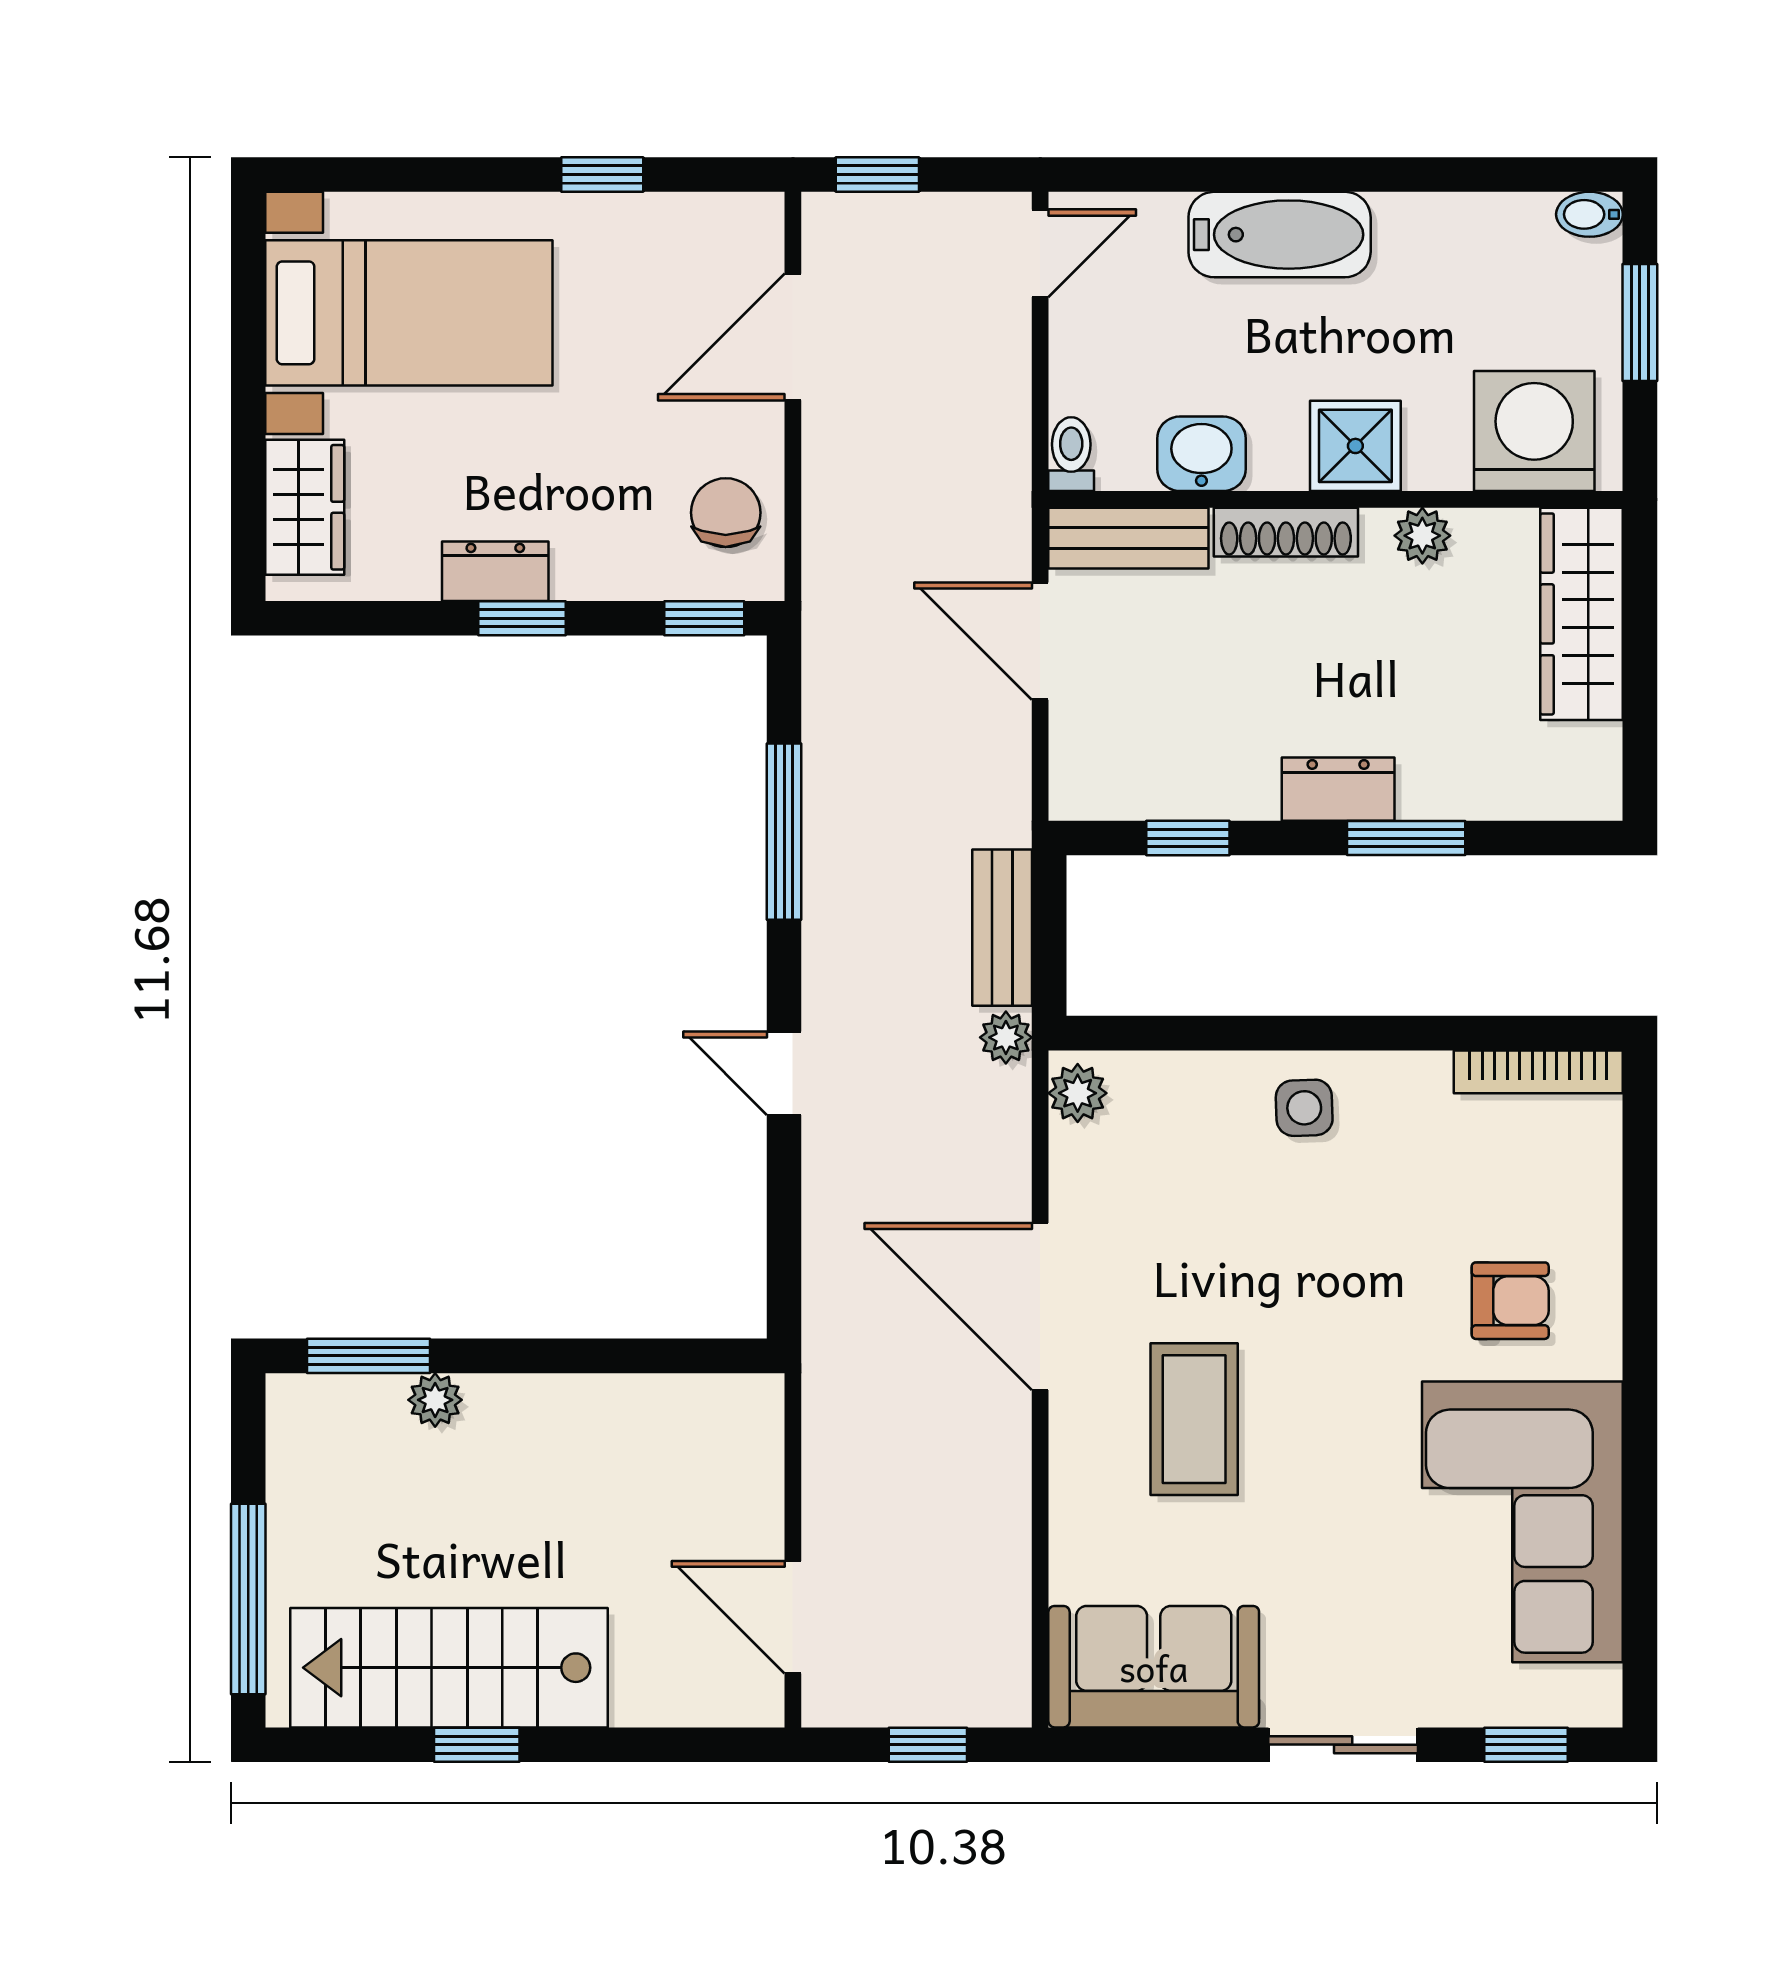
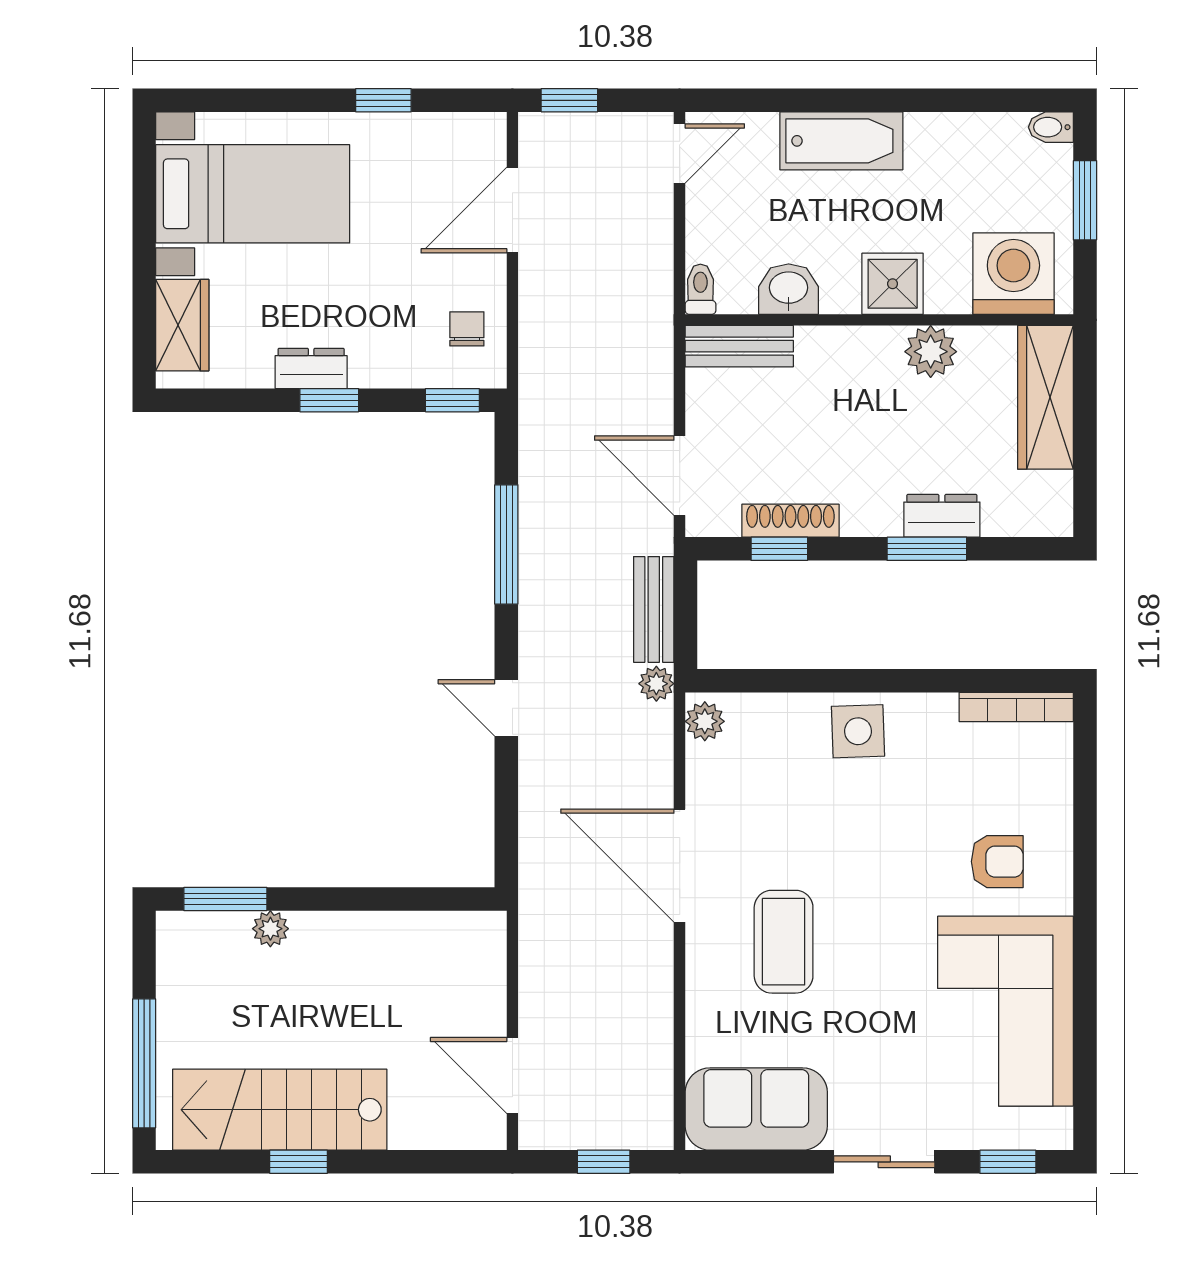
chair: (726, 513) -> (467, 329), width x0.73, depth x0.73
shoe rack: (1286, 532) -> (790, 521), moved, turned 180
plant: (1422, 536) -> (931, 352), width x1.38, depth x1.38
door: (1040, 641) -> (680, 476), moved
dresser: (1338, 789) -> (942, 516), moved
side table: (1304, 1108) -> (858, 731), width x1.37, depth x1.37

